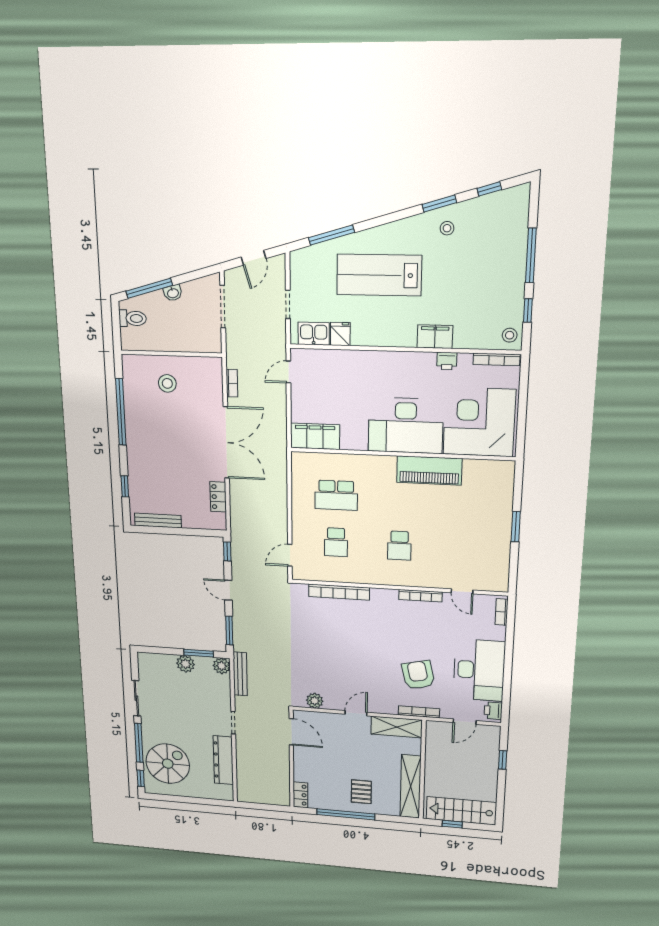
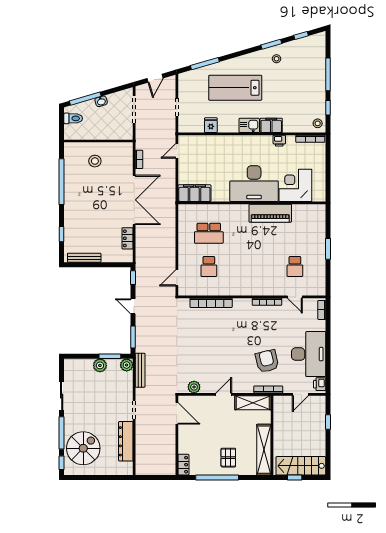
kitchen sink: (314, 334) -> (249, 125), moved
corner desk: (479, 422) -> (295, 185), width x0.74, depth x0.74
school desk: (399, 546) -> (295, 266), moved

